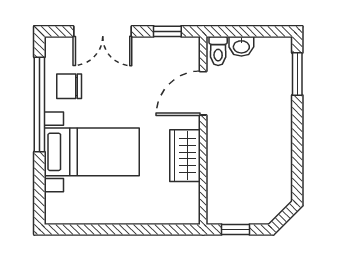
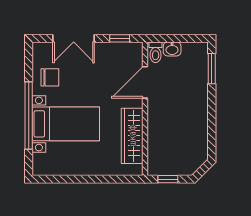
chair: (69, 86) -> (50, 77), turned 180
window: (39, 105) -> (29, 116), moved
wardrobe: (185, 156) -> (132, 136), width x1.50

